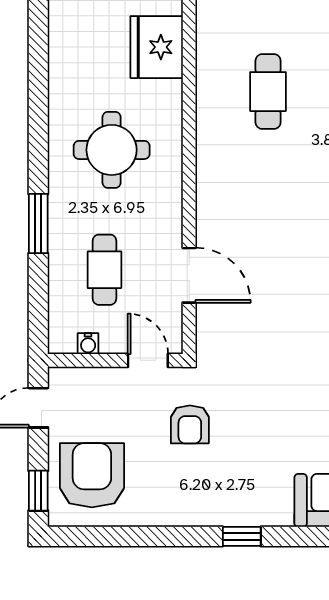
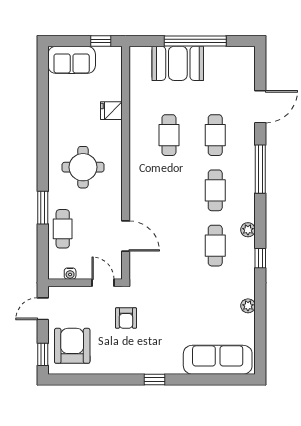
fridge: (157, 47) -> (111, 111), width x0.53, depth x0.75
cafe table: (104, 270) -> (63, 229), moved

